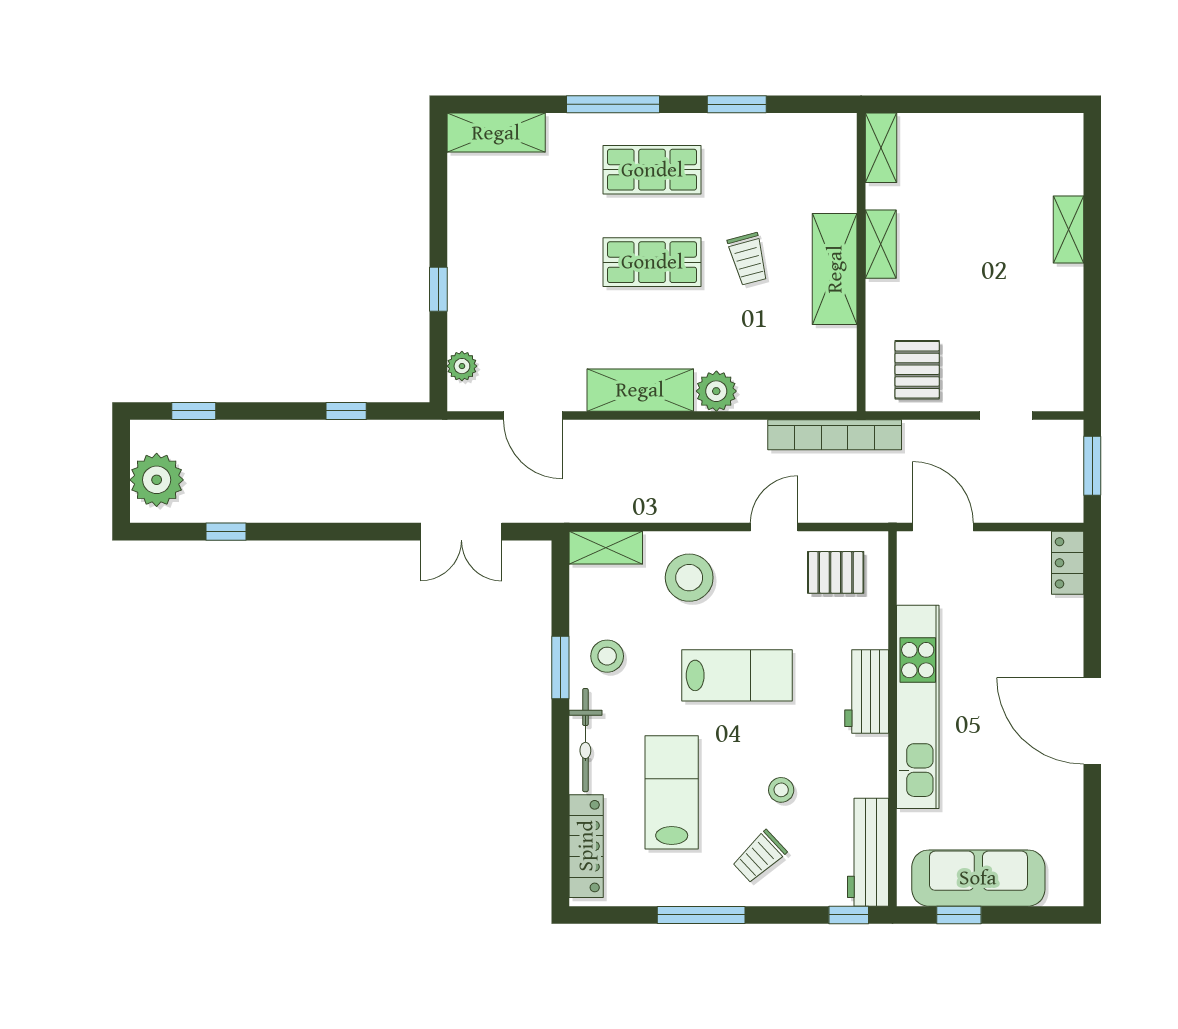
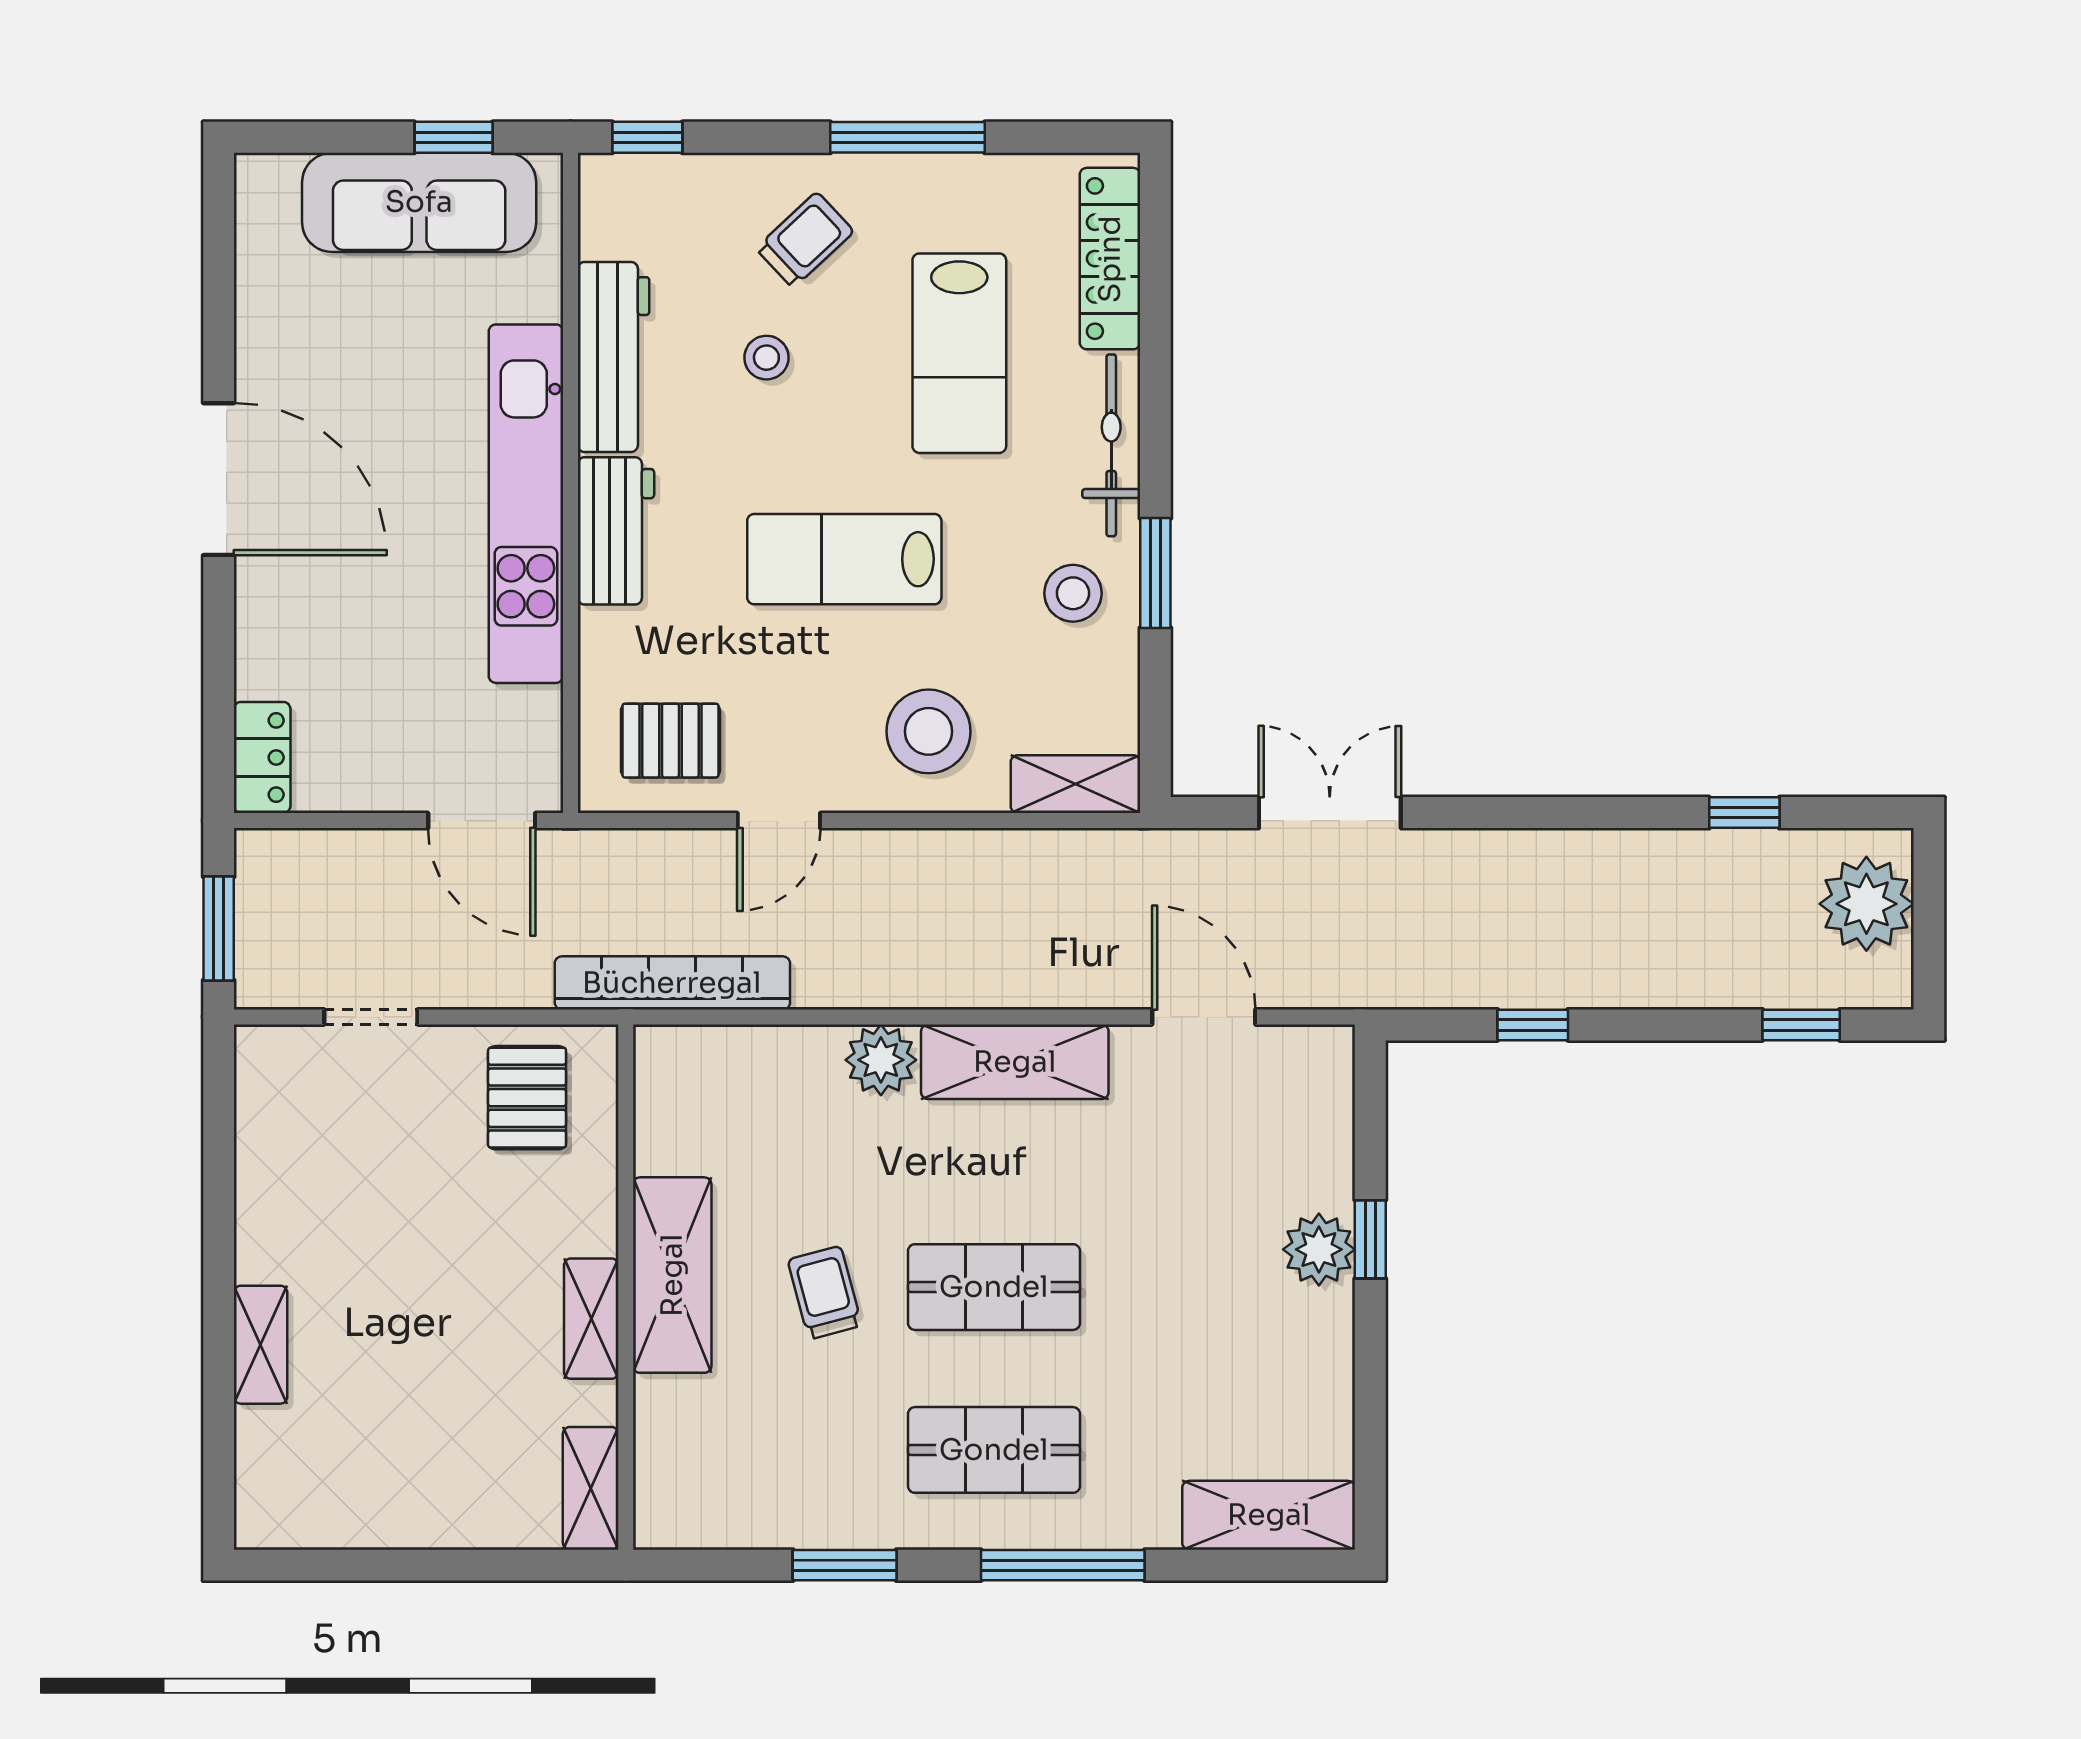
plant: (462, 366) -> (1319, 1249), moved, width x1.38, depth x1.38
workbench: (868, 852) -> (613, 357), moved

